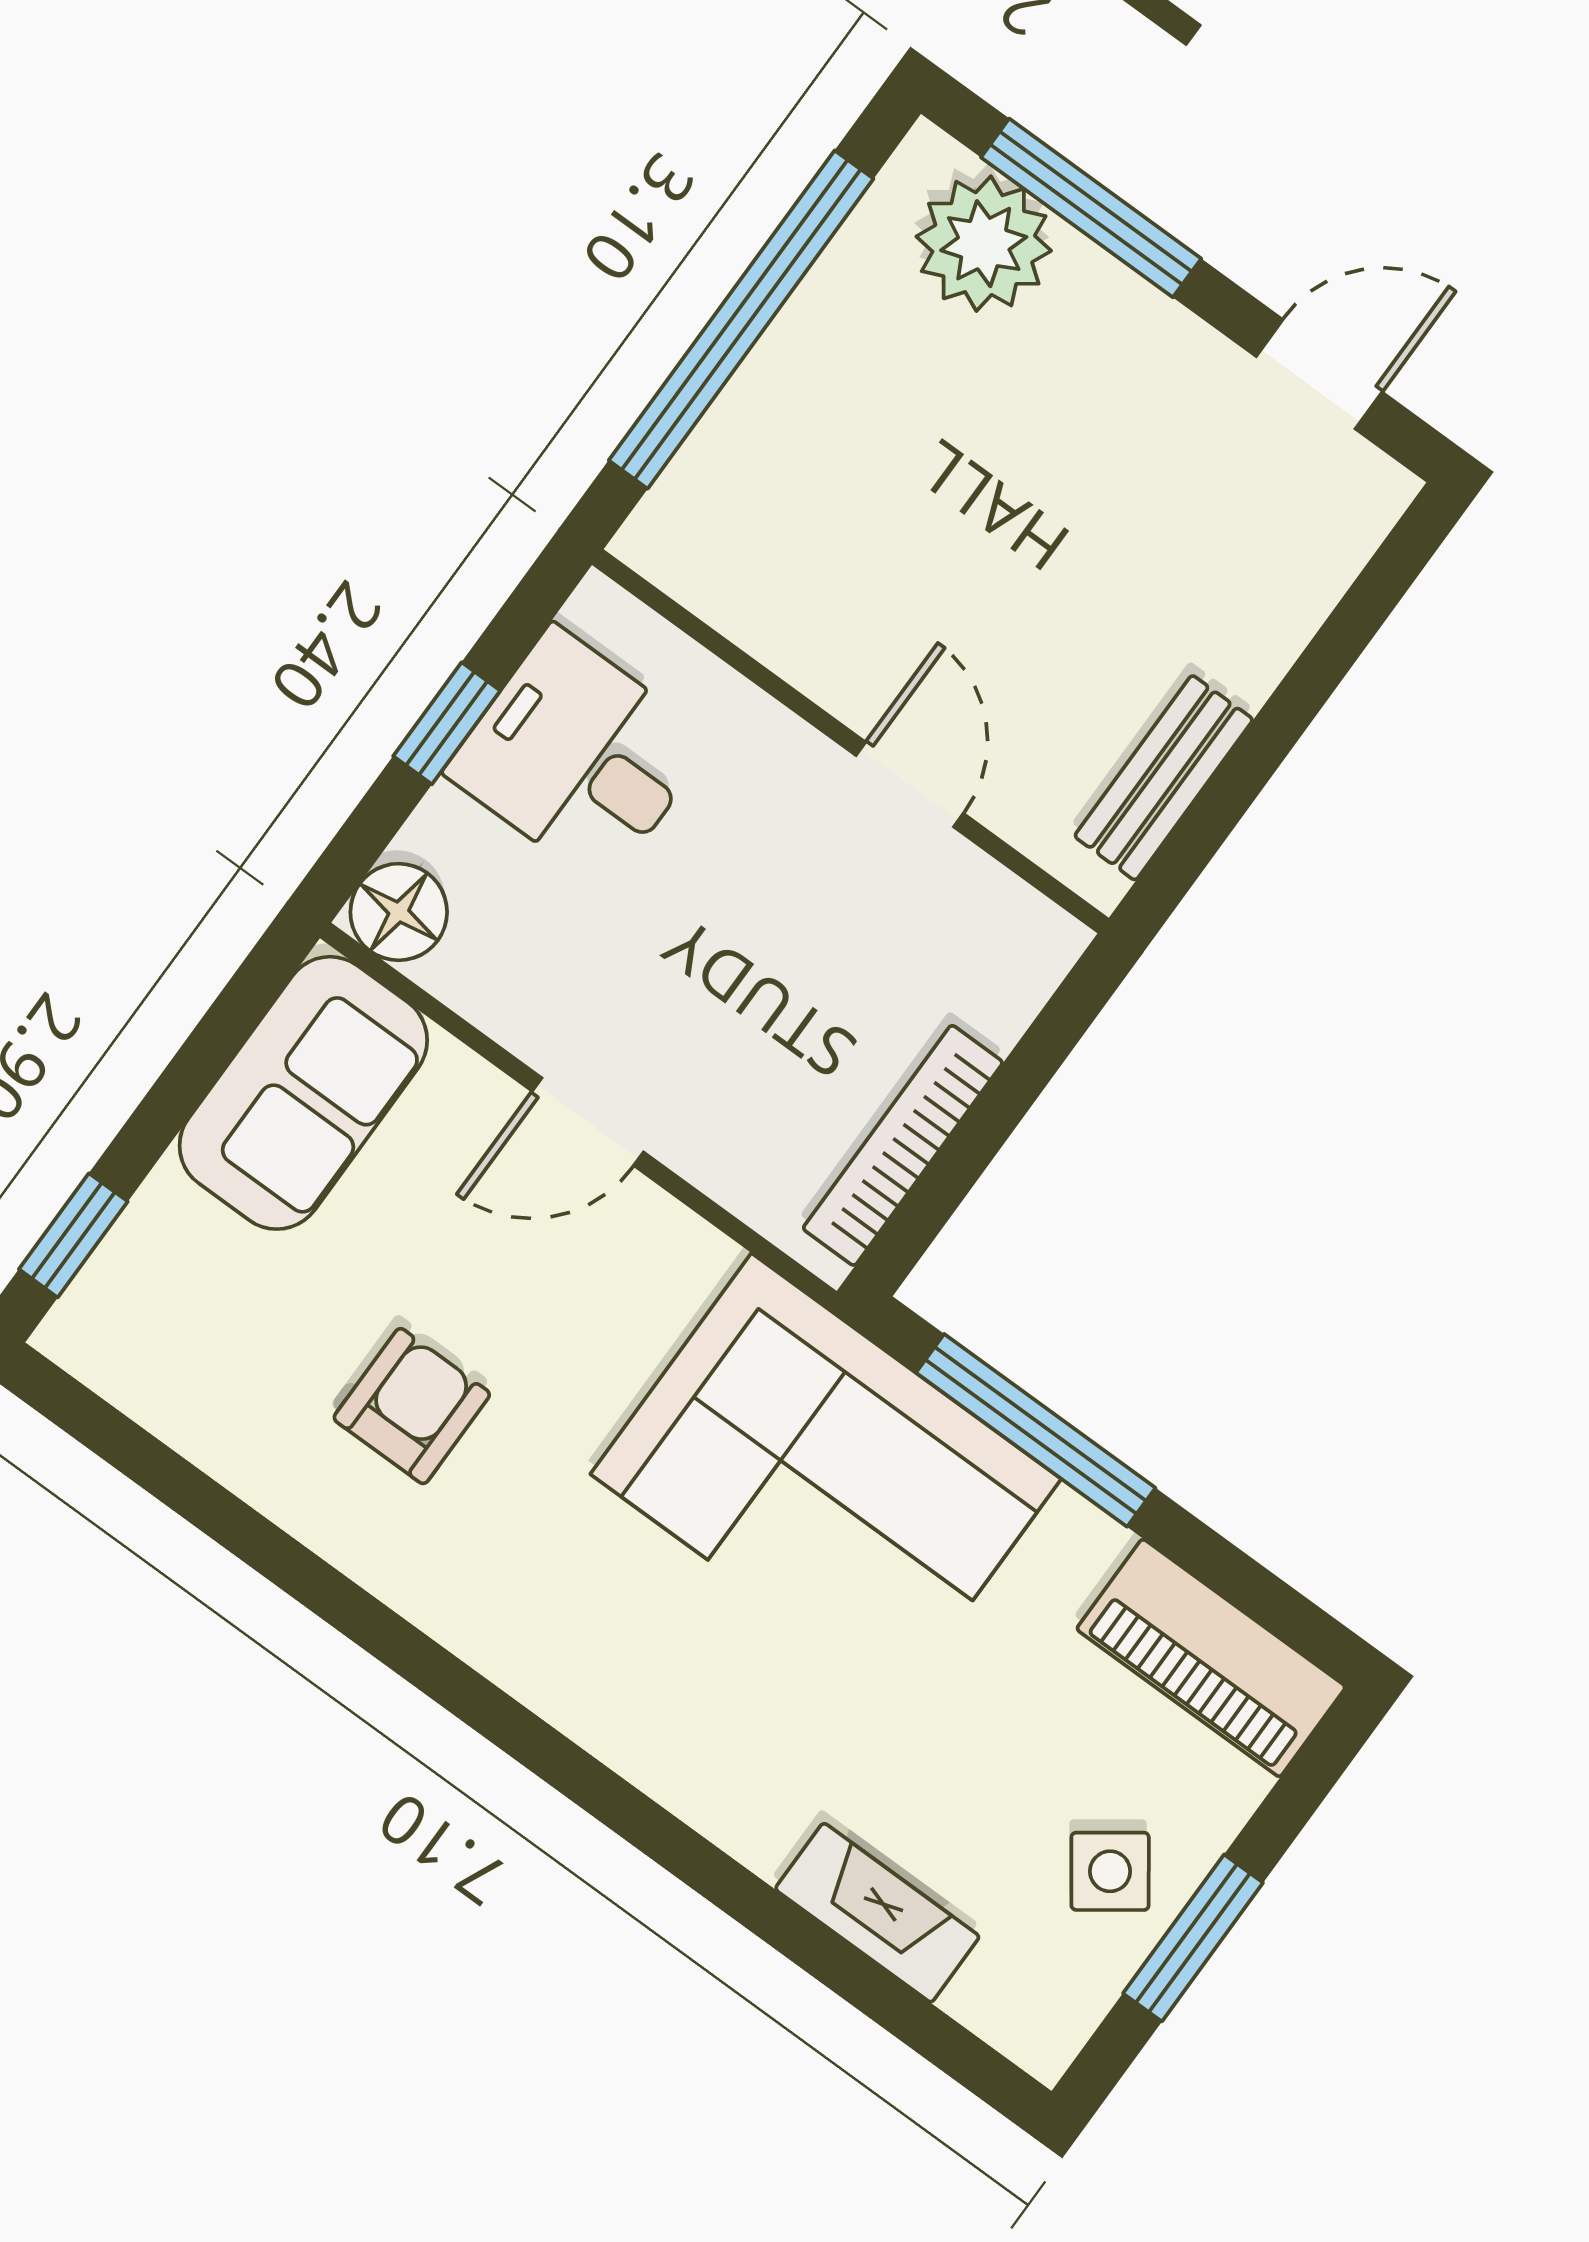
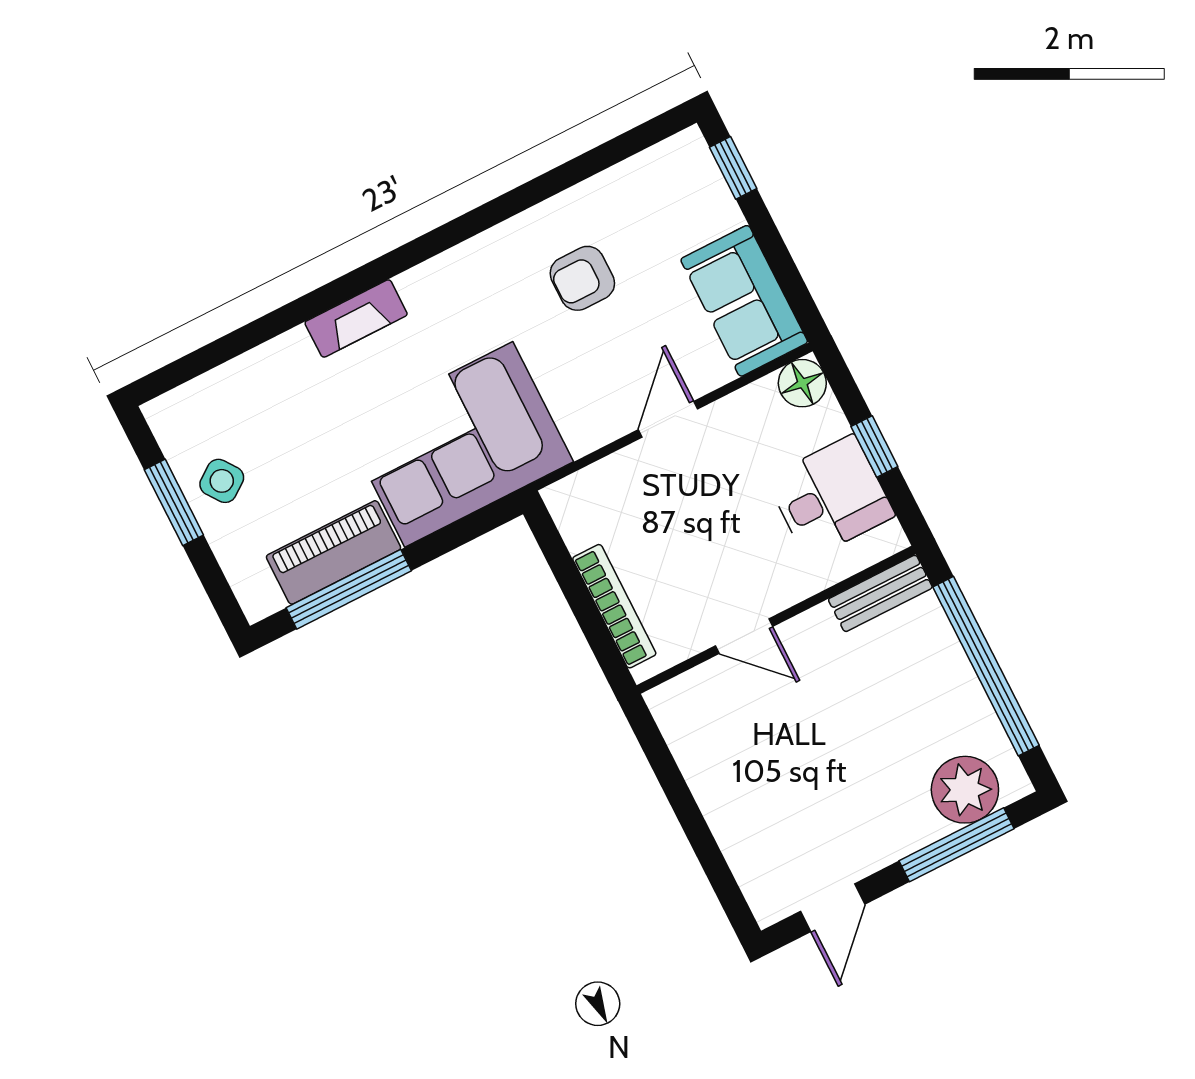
bench: (1164, 778) -> (880, 593), moved, turned 90
bookcase: (903, 1145) -> (614, 606), moved
armchair: (412, 1406) -> (582, 278), turned 90
window: (1036, 1430) -> (349, 589), moved
piano: (1211, 1658) -> (333, 552), moved
fireplace: (877, 1913) -> (356, 318), moved

